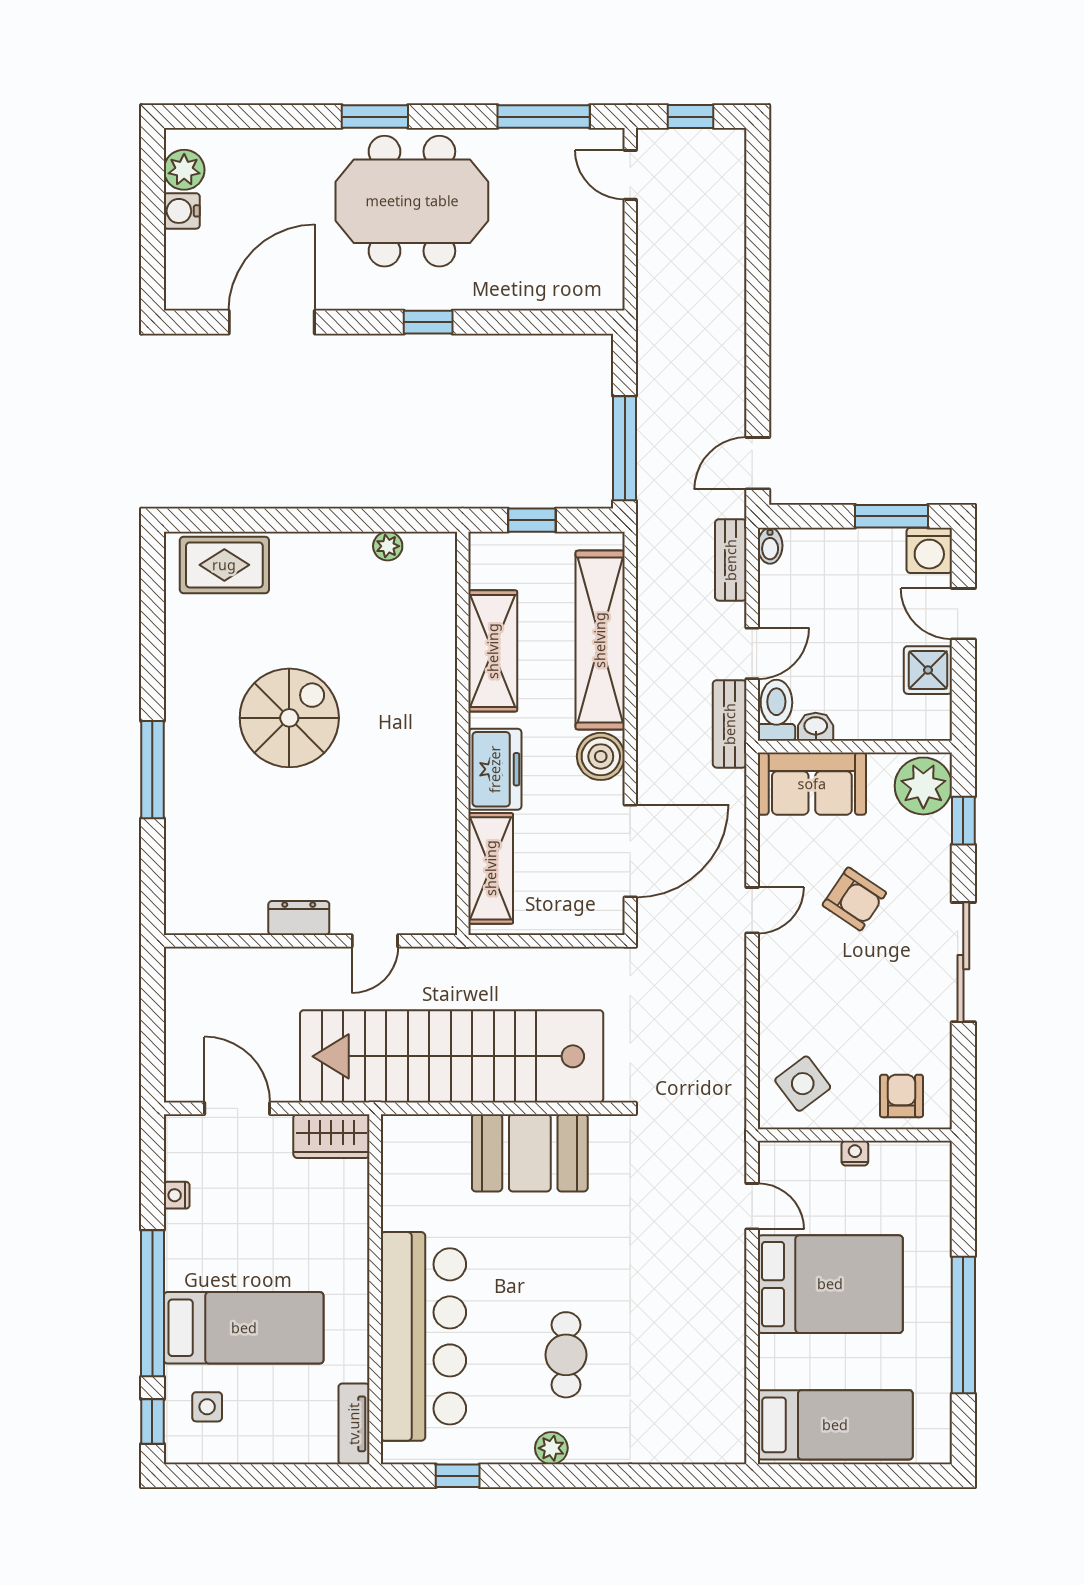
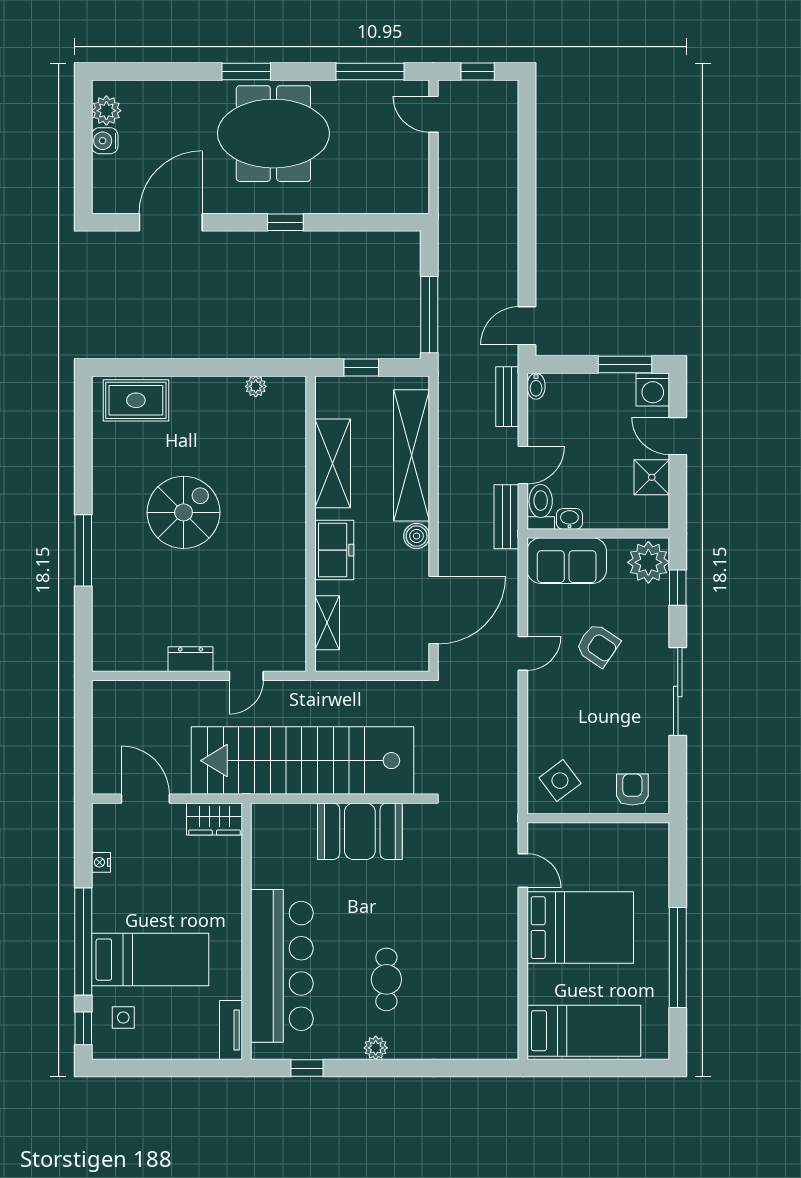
boiler: (601, 756) -> (417, 536), width x0.73, depth x0.73
shelving: (491, 868) -> (327, 623), width x0.67, depth x0.75
nightstand: (855, 1153) -> (598, 832), removed

